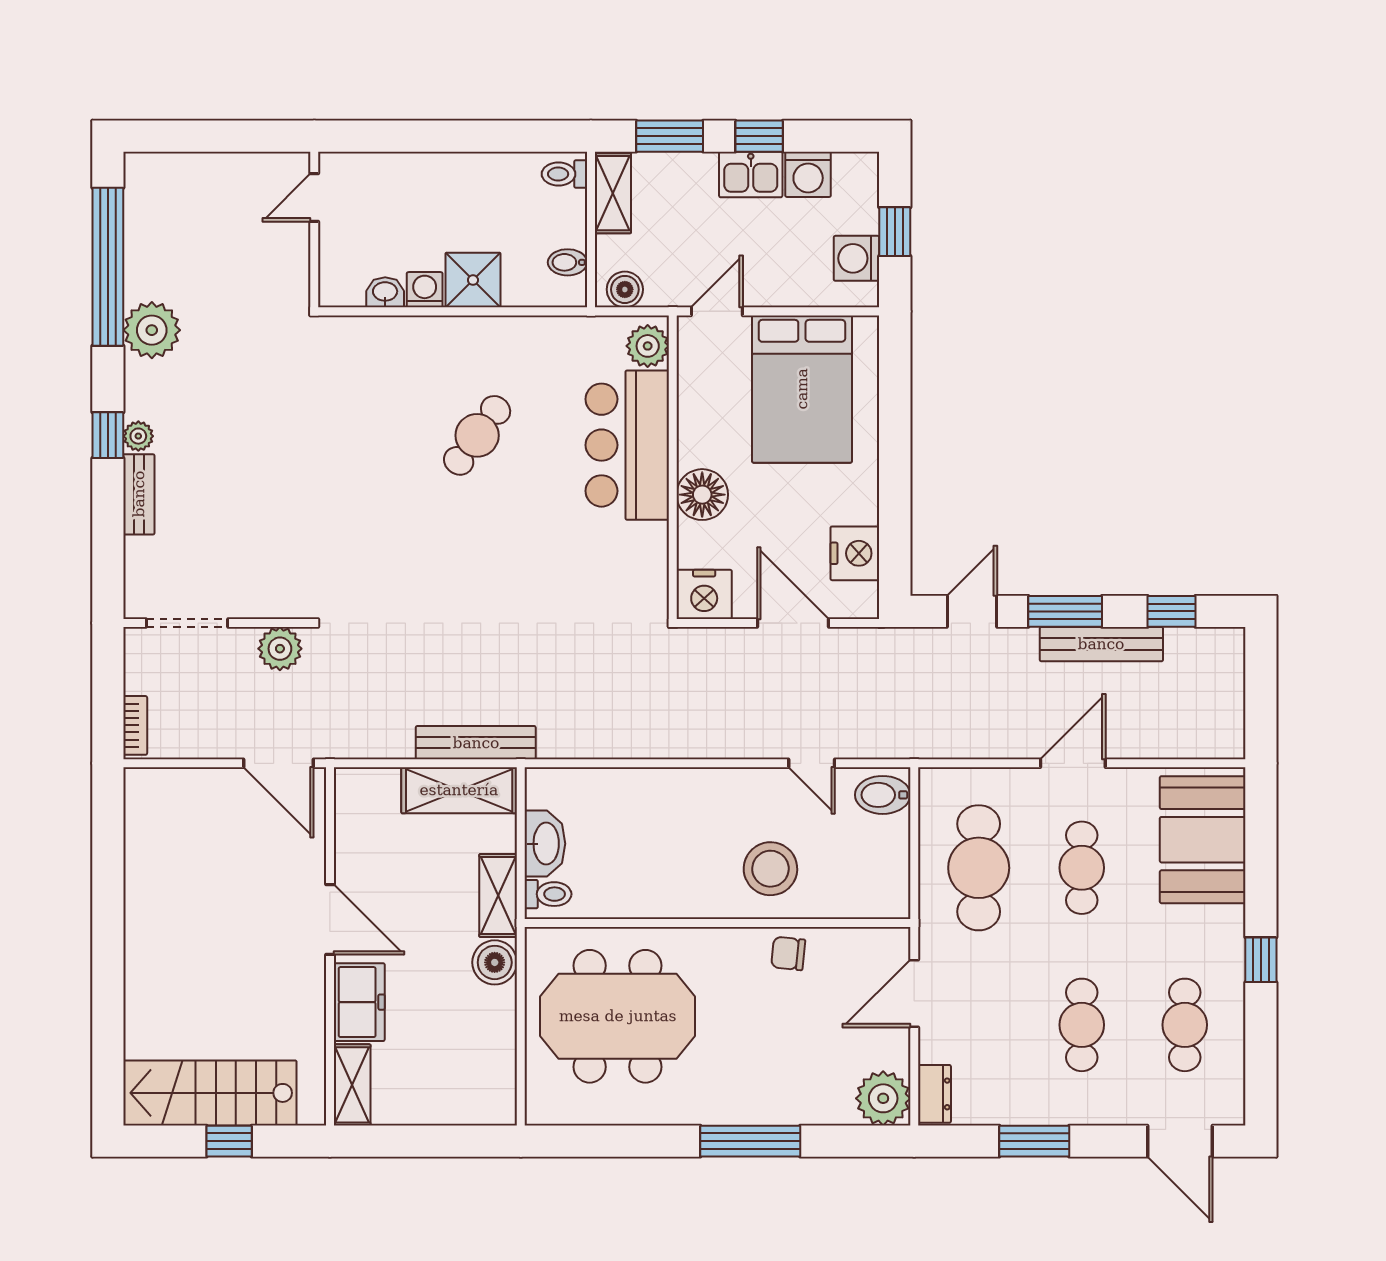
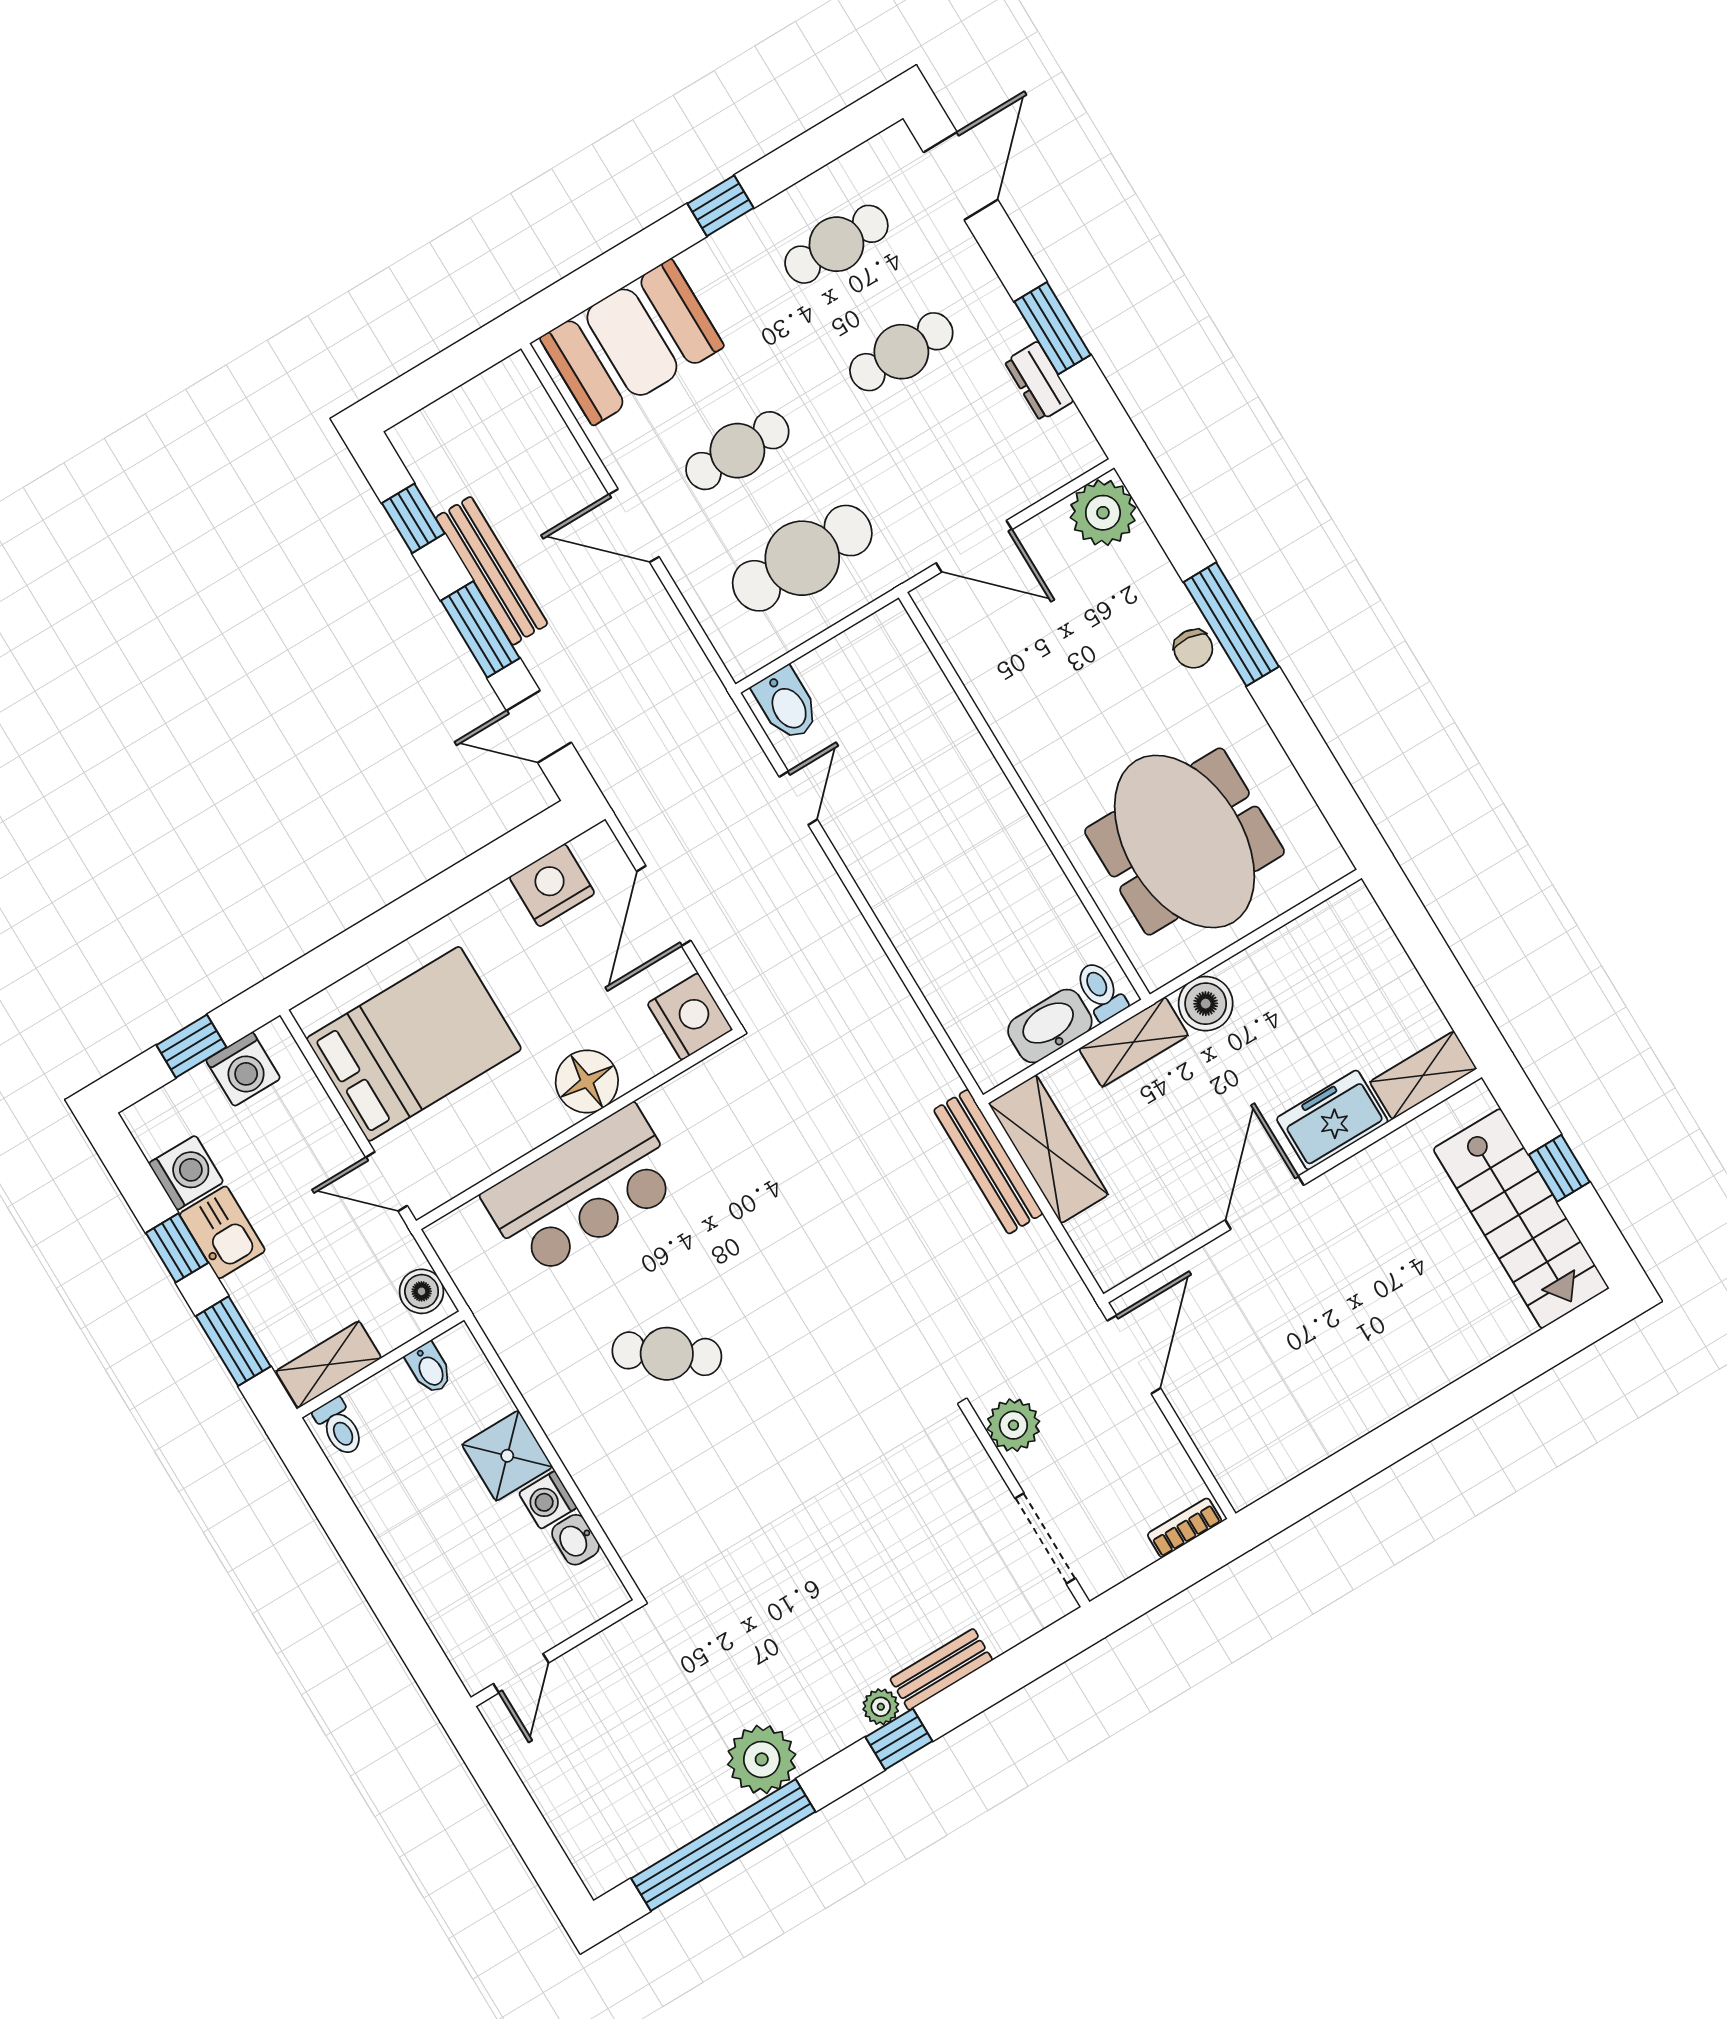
door: (314, 197) -> (521, 1673), hinge flipped
plant: (648, 346) -> (466, 1232), removed
stool: (770, 869) -> (934, 775), removed
chair: (788, 953) -> (1193, 649), moved
dresser: (934, 1094) -> (1039, 381), moved, turned -90

